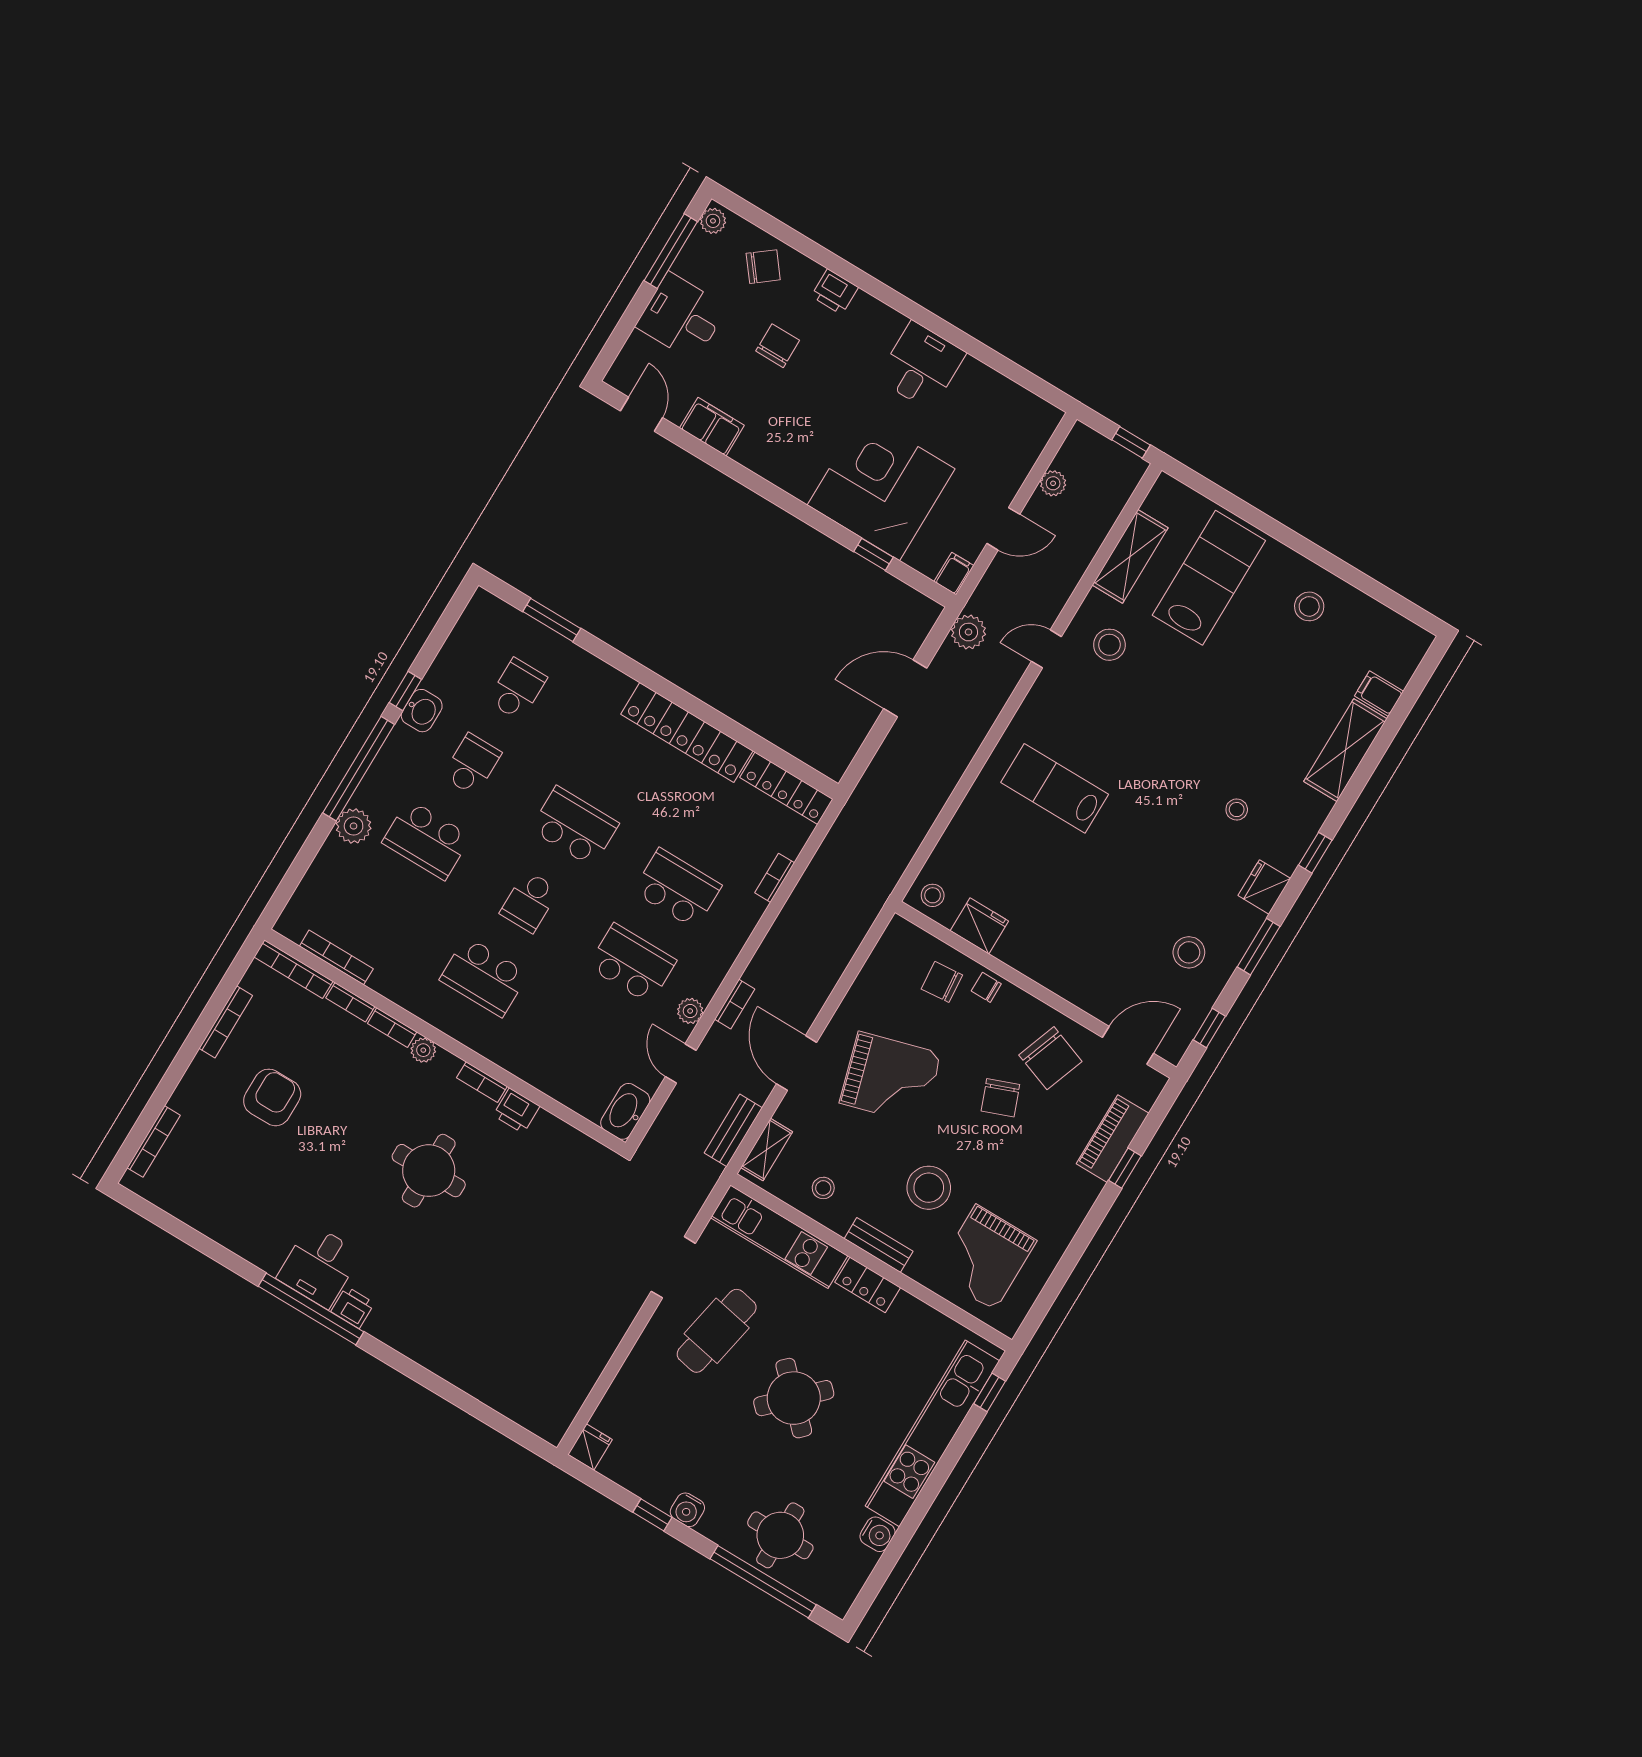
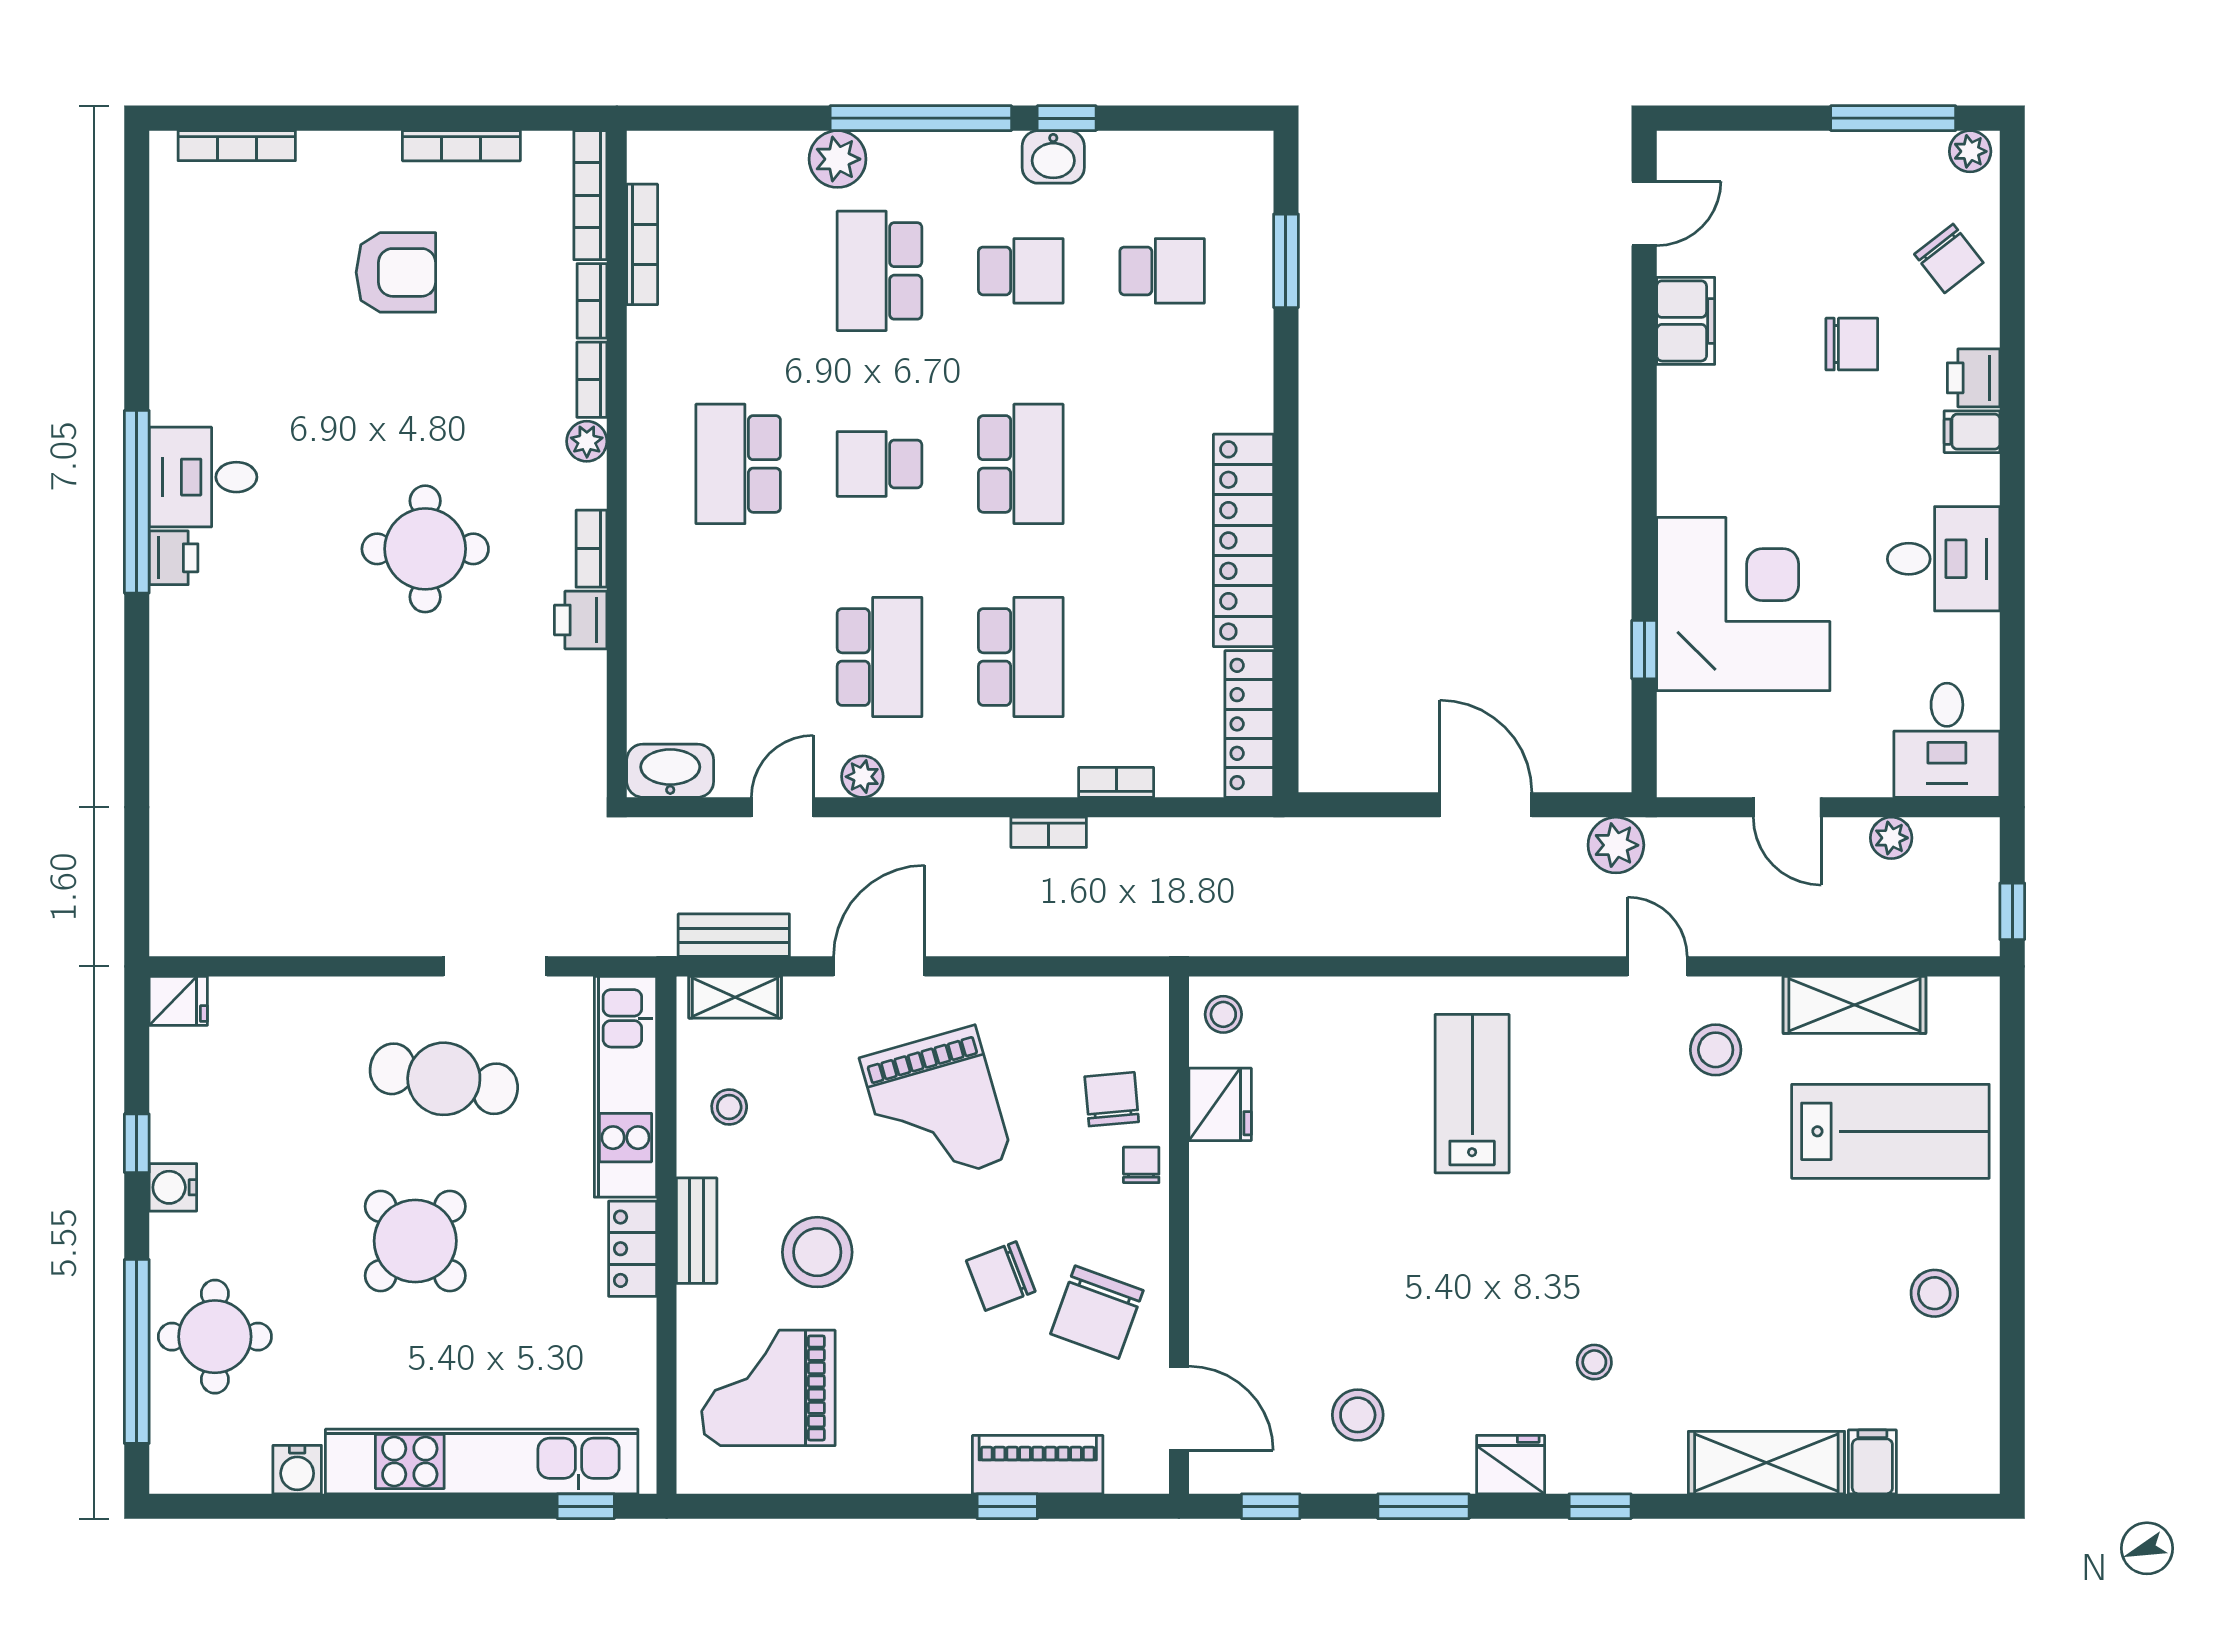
desk: (682, 317) -> (1947, 740), moved, turned 180
filing cabinet: (954, 574) -> (1972, 432), moved, turned 180
bookcase: (735, 1004) -> (1049, 832), moved

